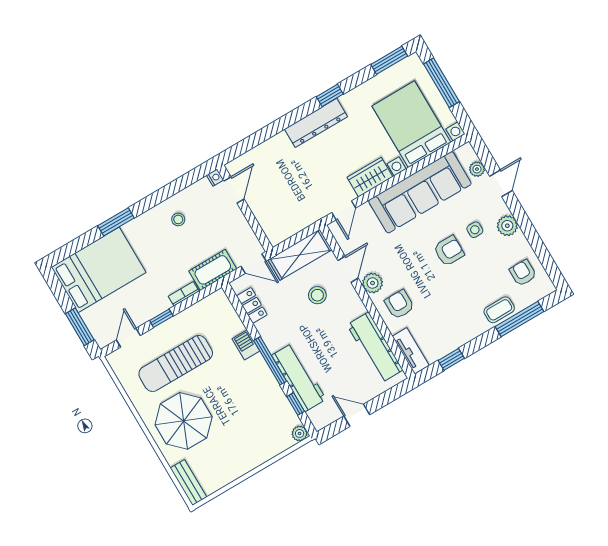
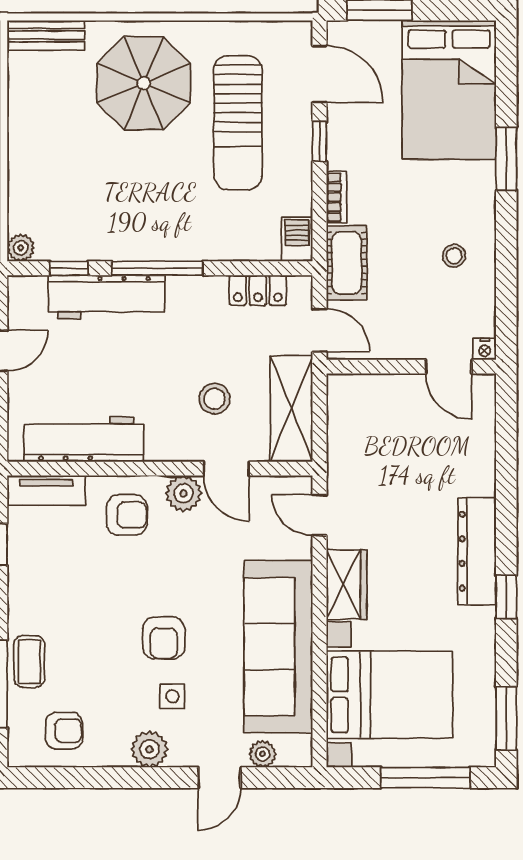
door: (501, 183) -> (219, 778), hinge flipped
door: (254, 264) -> (319, 330), swing flipped
door: (128, 338) -> (319, 74), width x1.37
barbecue: (246, 345) -> (297, 239), moved, turned -90
sun lounger: (176, 363) -> (238, 123), turned 180

